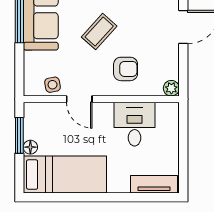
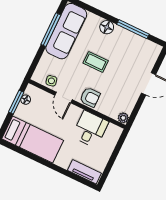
coffee table: (99, 32) -> (96, 62), turned 48
armchair: (126, 69) -> (90, 97), moved
floor lamp: (30, 147) -> (26, 100), moved

